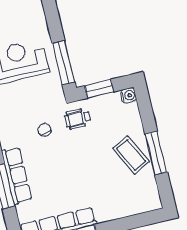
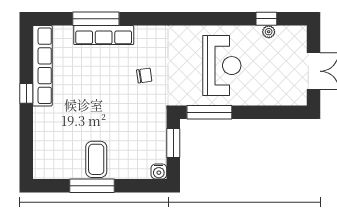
wheelchair: (77, 119) -> (148, 113), removed
coffee table: (131, 155) -> (96, 159), turned -63

